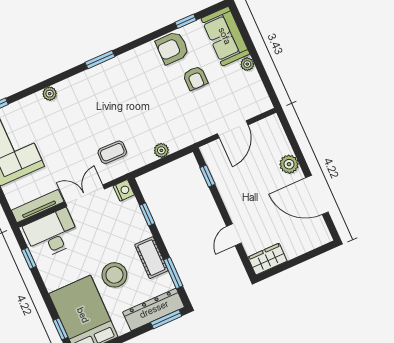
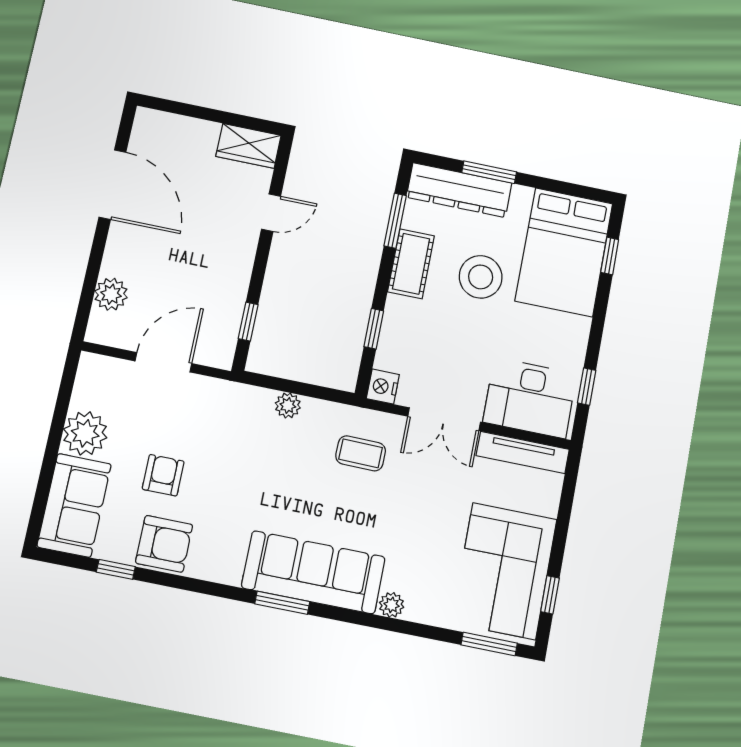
plant: (247, 64) -> (85, 433), width x1.88, depth x1.88
sofa: (96, 83) -> (313, 572), added
plant: (289, 164) -> (111, 294), moved
window: (166, 319) -> (489, 172), moved

